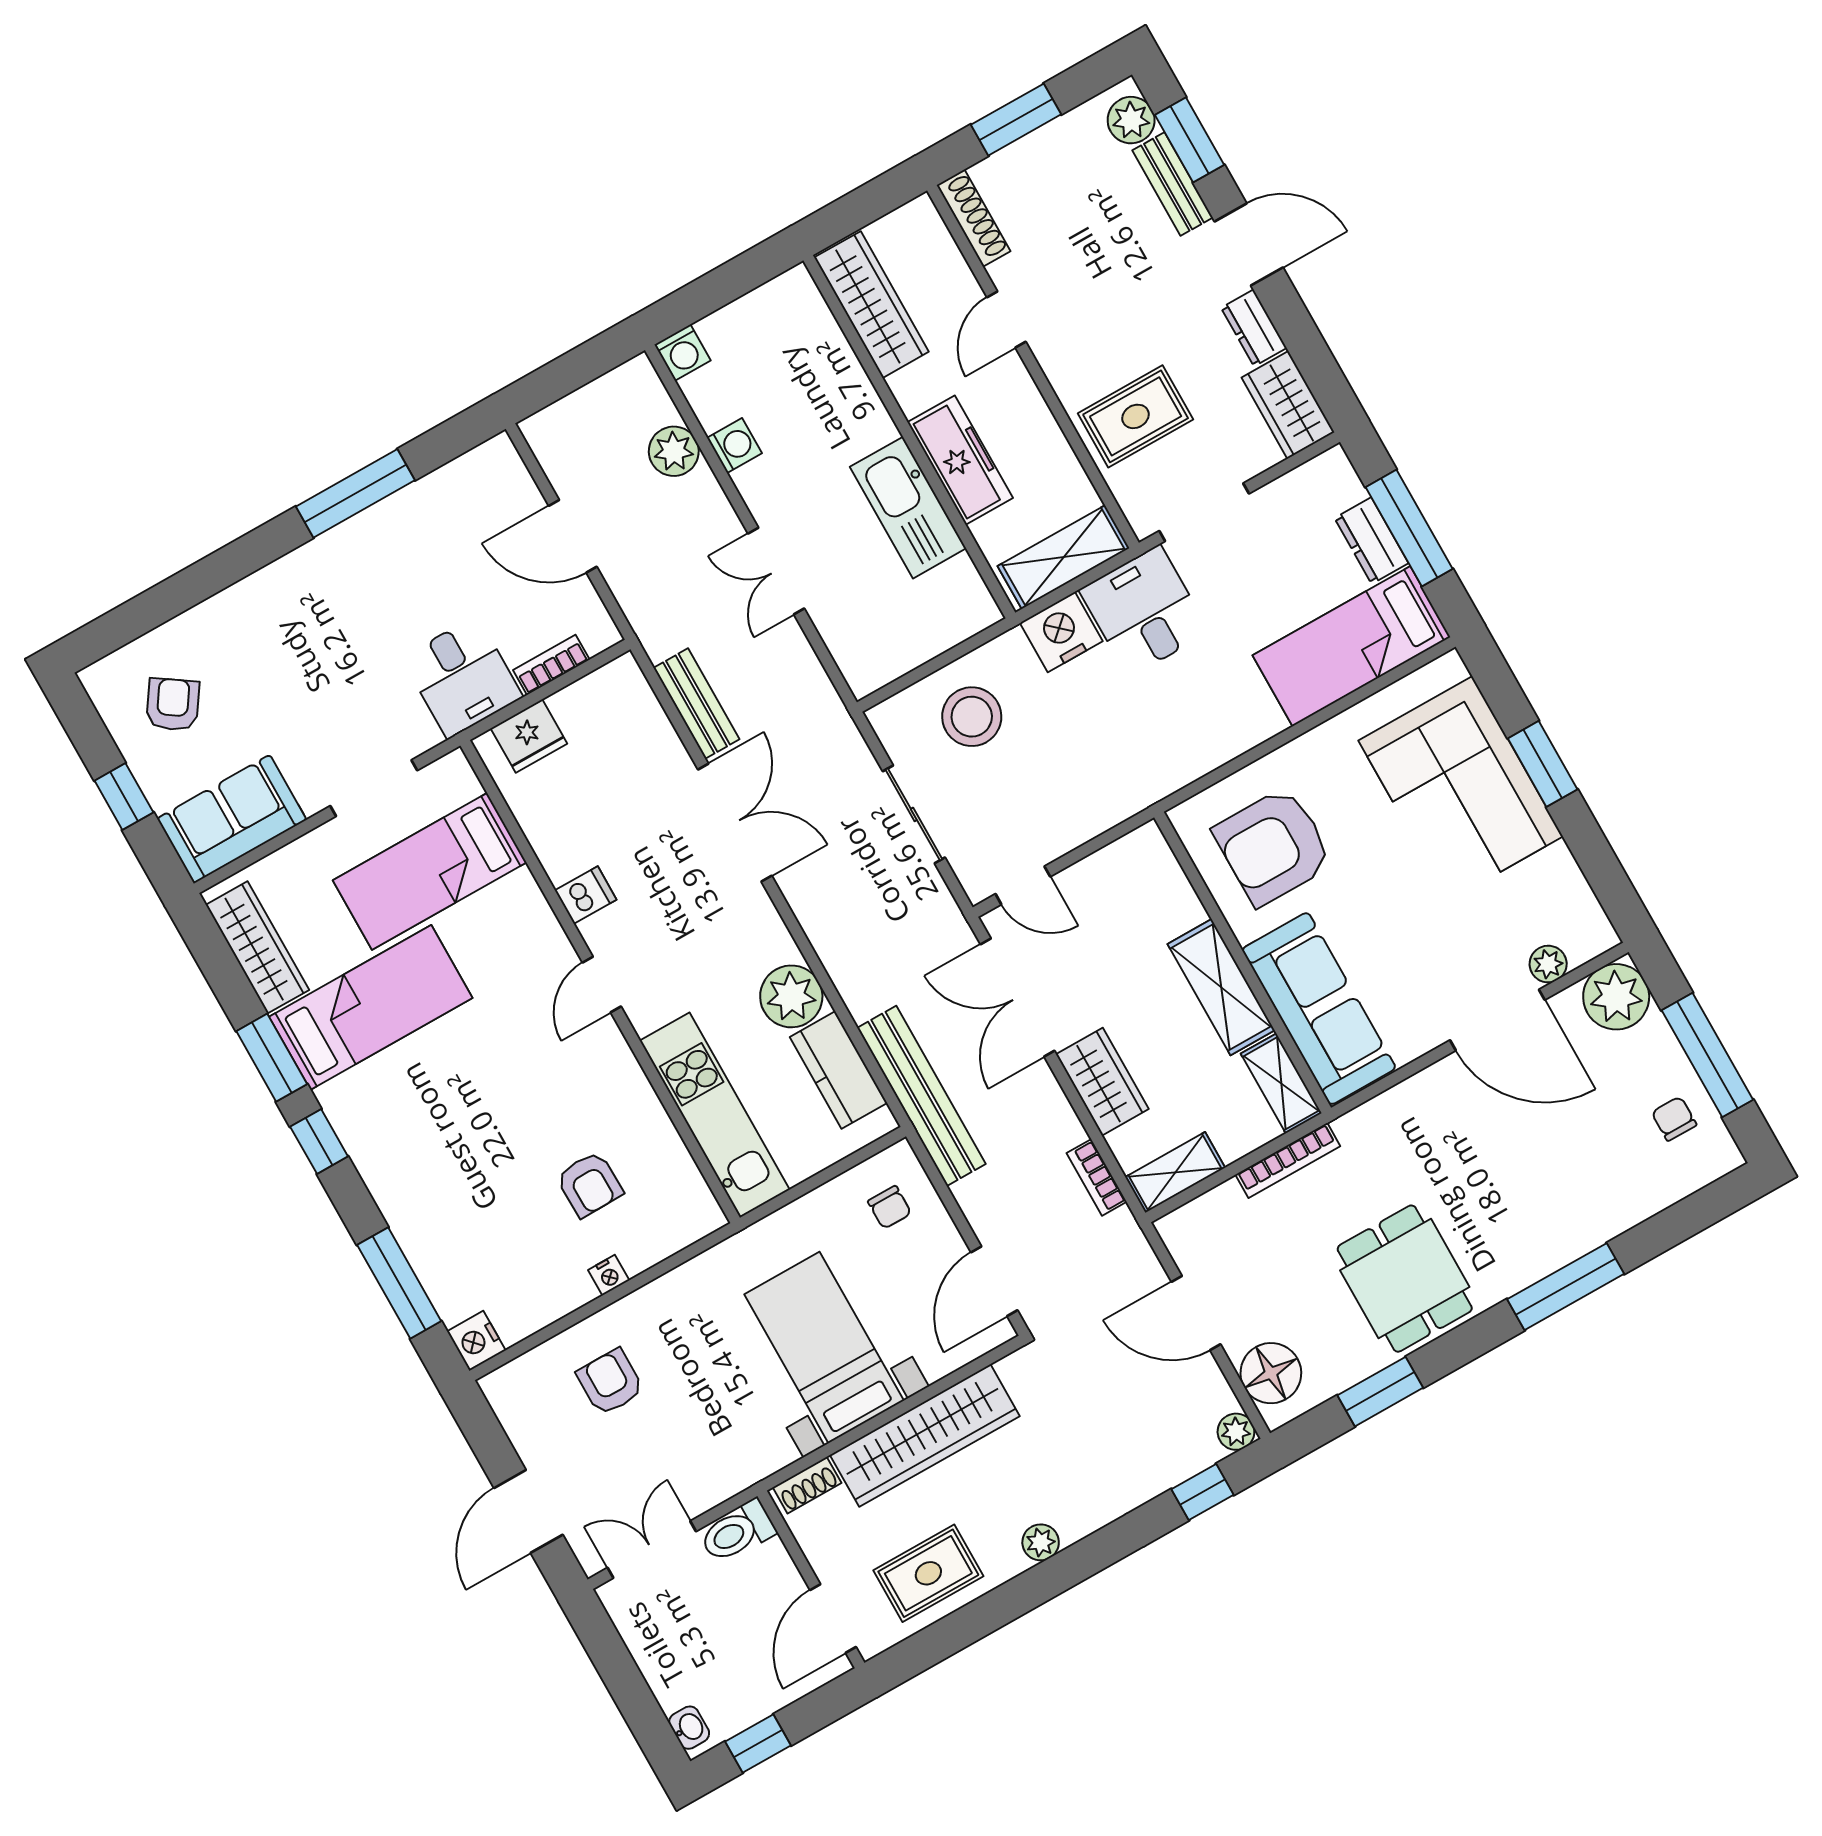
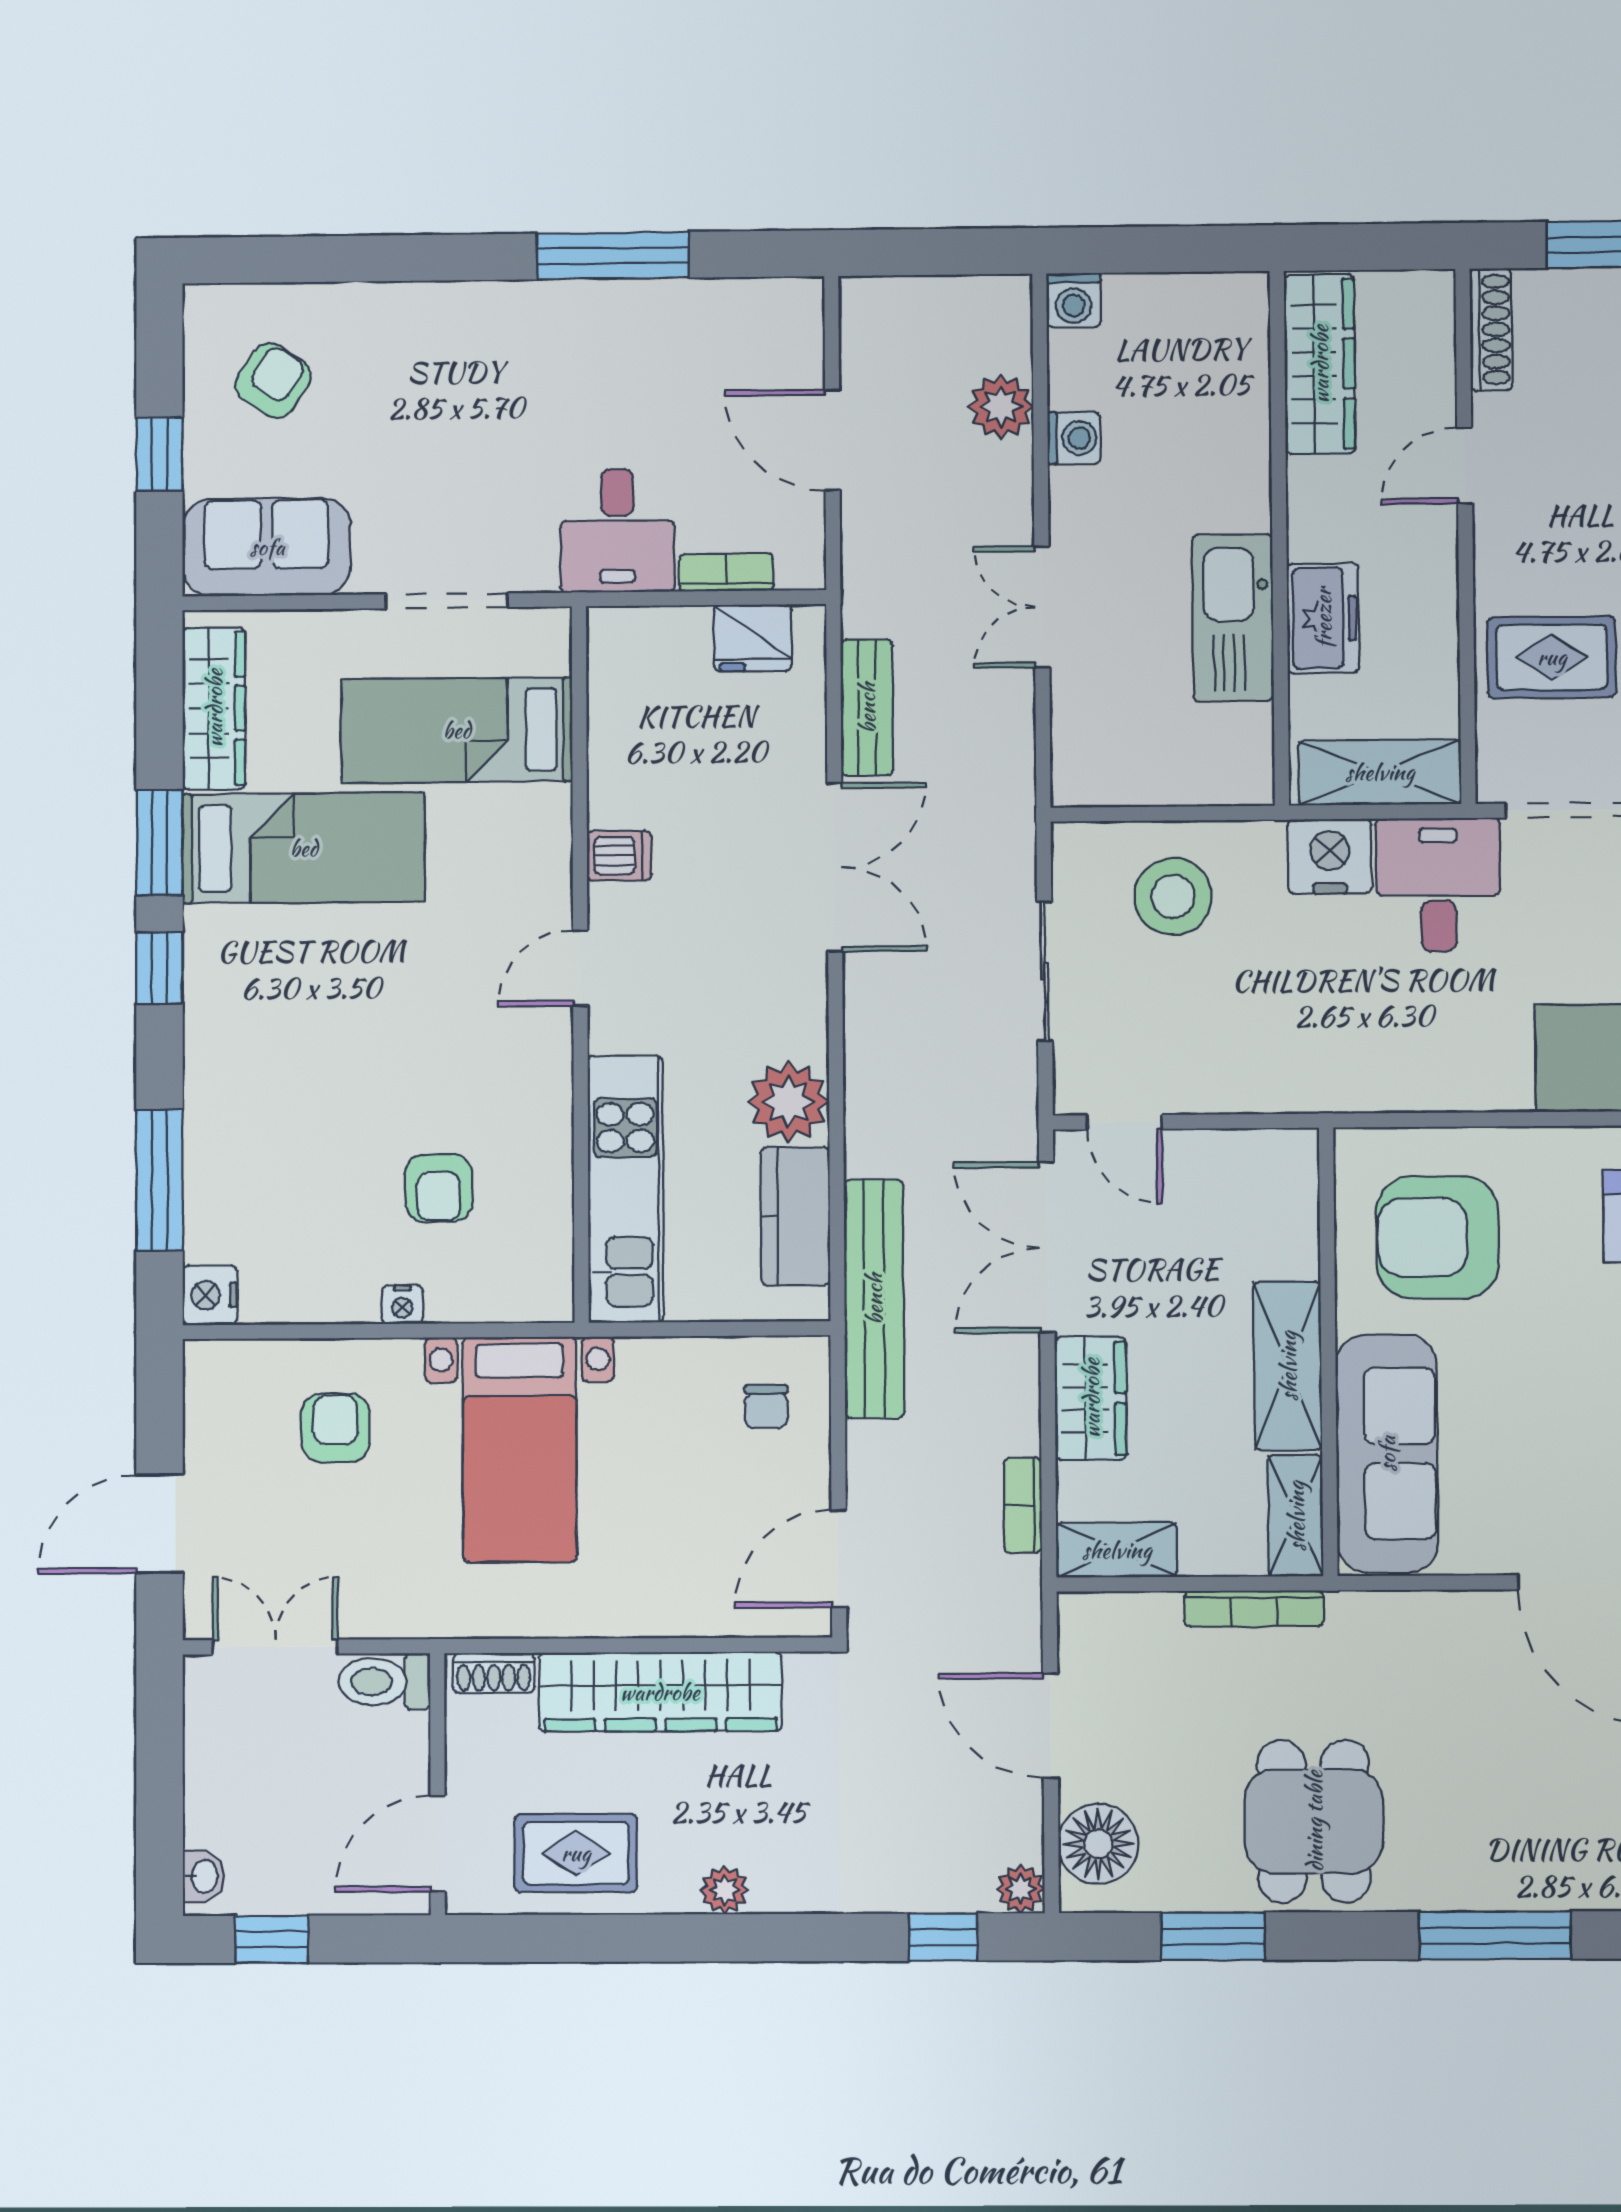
freezer: (960, 460) -> (1323, 618), width x0.71
fridge: (529, 736) -> (753, 638), moved
bed with nightstands: (824, 1348) -> (520, 1450), moved, turned 180

